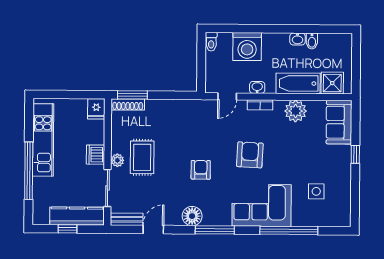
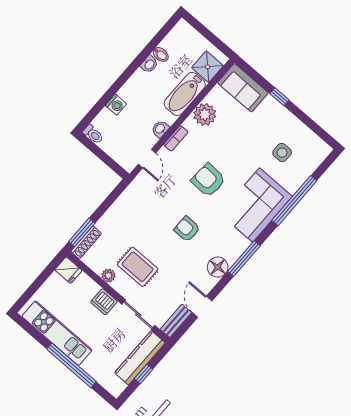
washing machine: (247, 47) -> (116, 105), width x0.53, depth x0.53
plant: (117, 160) -> (108, 276), moved

